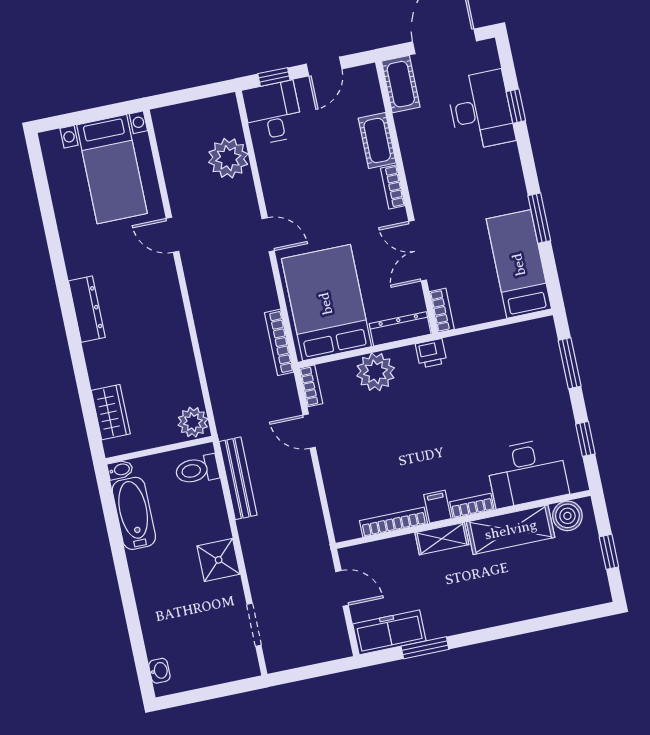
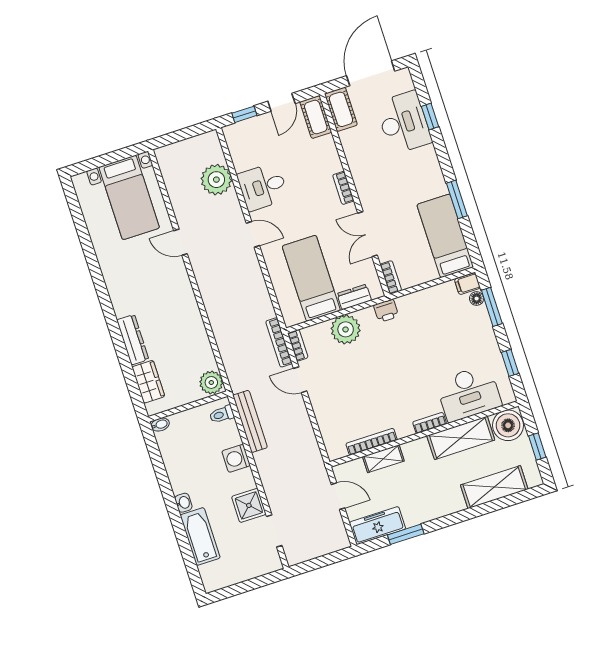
desk: (273, 113) -> (263, 187), moved, turned -90
cot: (377, 140) -> (316, 117), moved
bed: (326, 303) -> (311, 278), width x0.67
dresser: (87, 309) -> (133, 340), moved
dresser: (400, 329) -> (354, 297), width x0.70
bookcase: (279, 342) -> (279, 342), moved
floor lamp: (551, 350) -> (477, 299), added
toilet: (197, 470) -> (222, 414), width x0.73, depth x0.72
filing cabinet: (437, 507) -> (467, 284), moved, turned -90
bathtub: (134, 513) -> (200, 536), moved
boiler: (567, 516) -> (508, 425), width x1.37, depth x1.37
washing machine: (214, 525) -> (236, 458), added
shelving: (442, 539) -> (383, 459), moved
shower: (219, 560) -> (249, 505), moved
shelving: (547, 599) -> (494, 487), added
washbasin: (159, 671) -> (183, 503), moved

